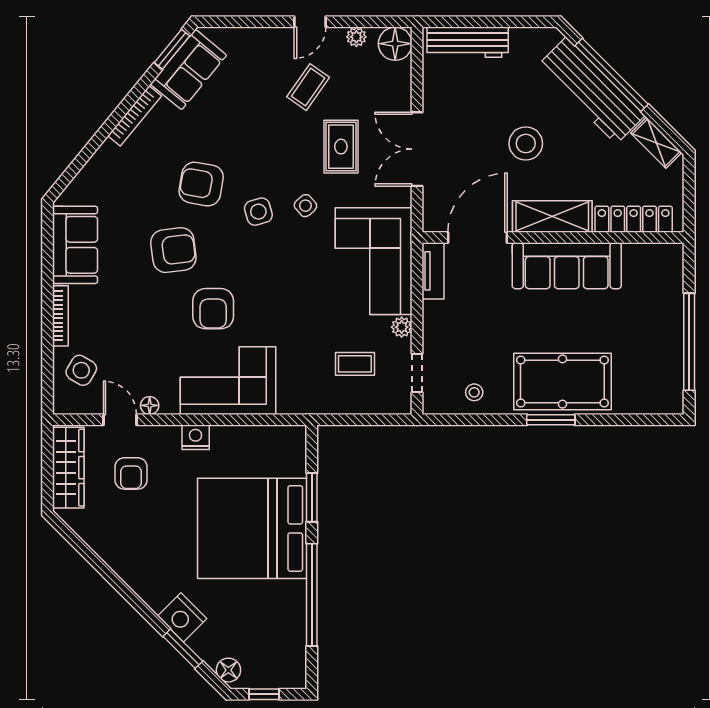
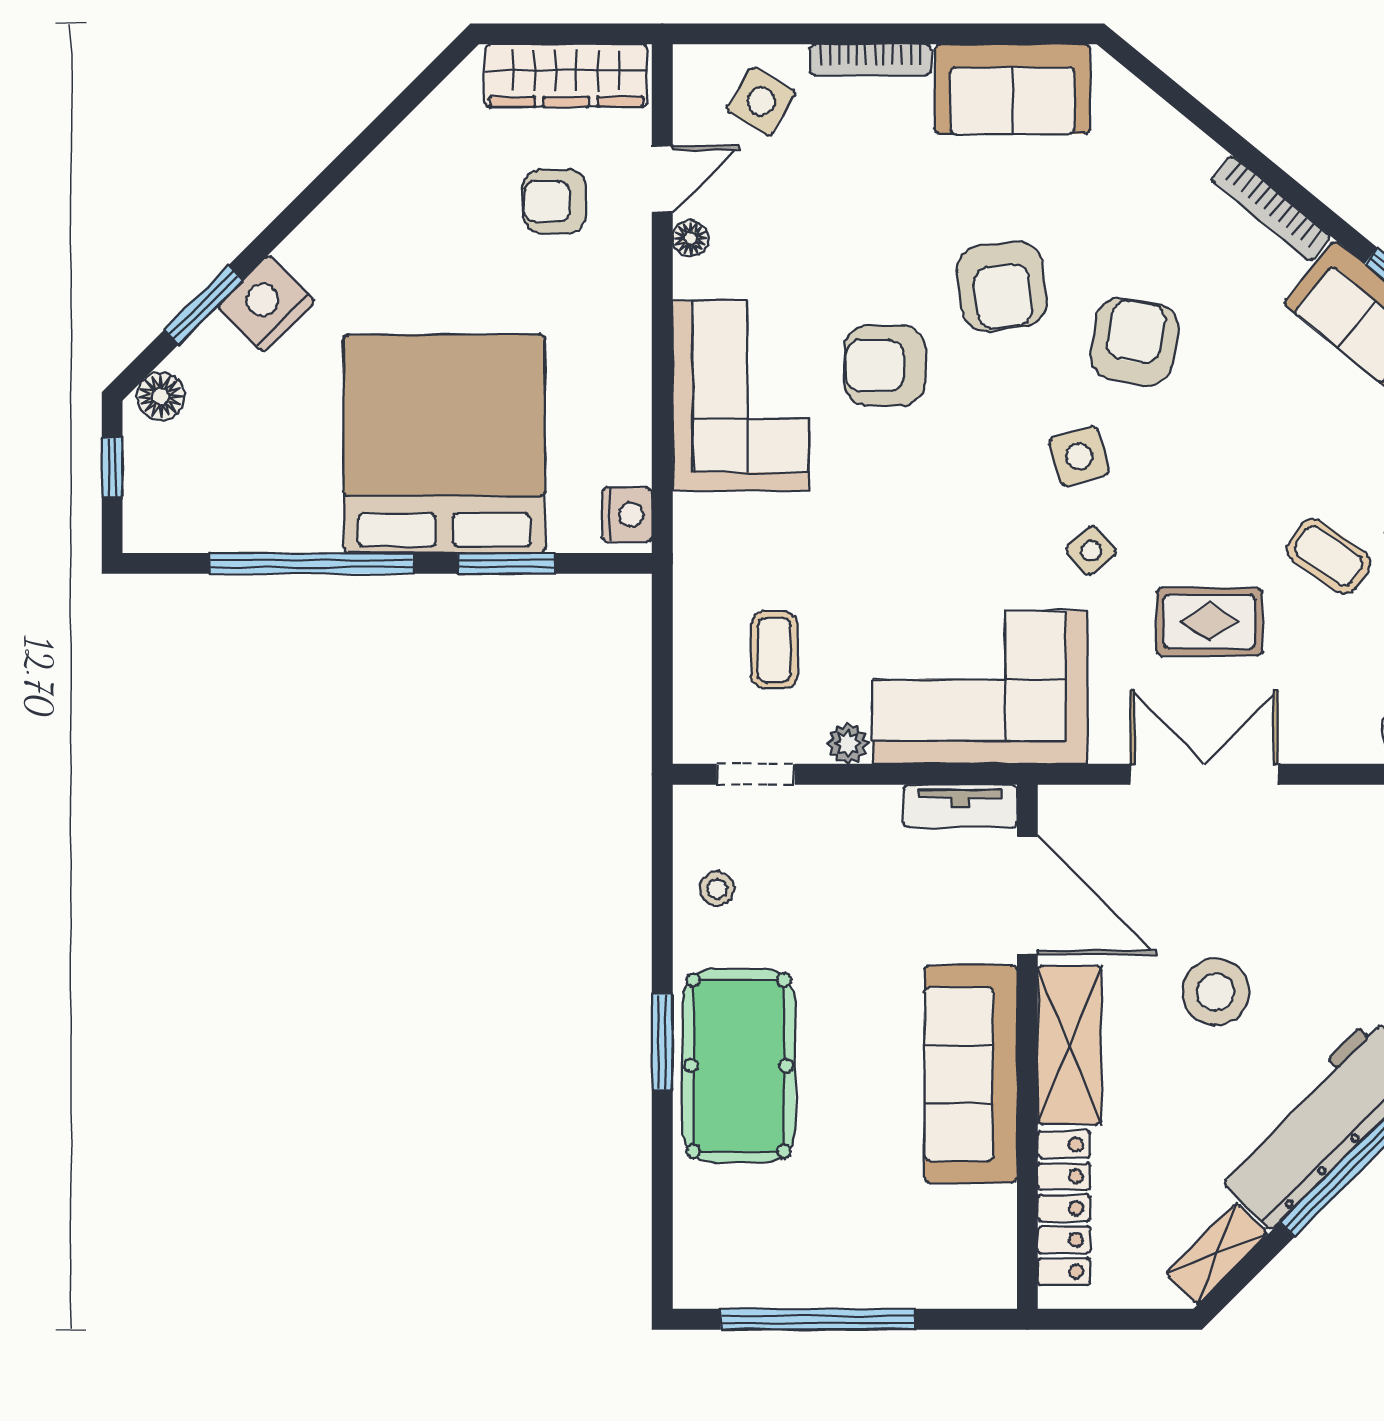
nightstand: (196, 437) -> (627, 515), moved

